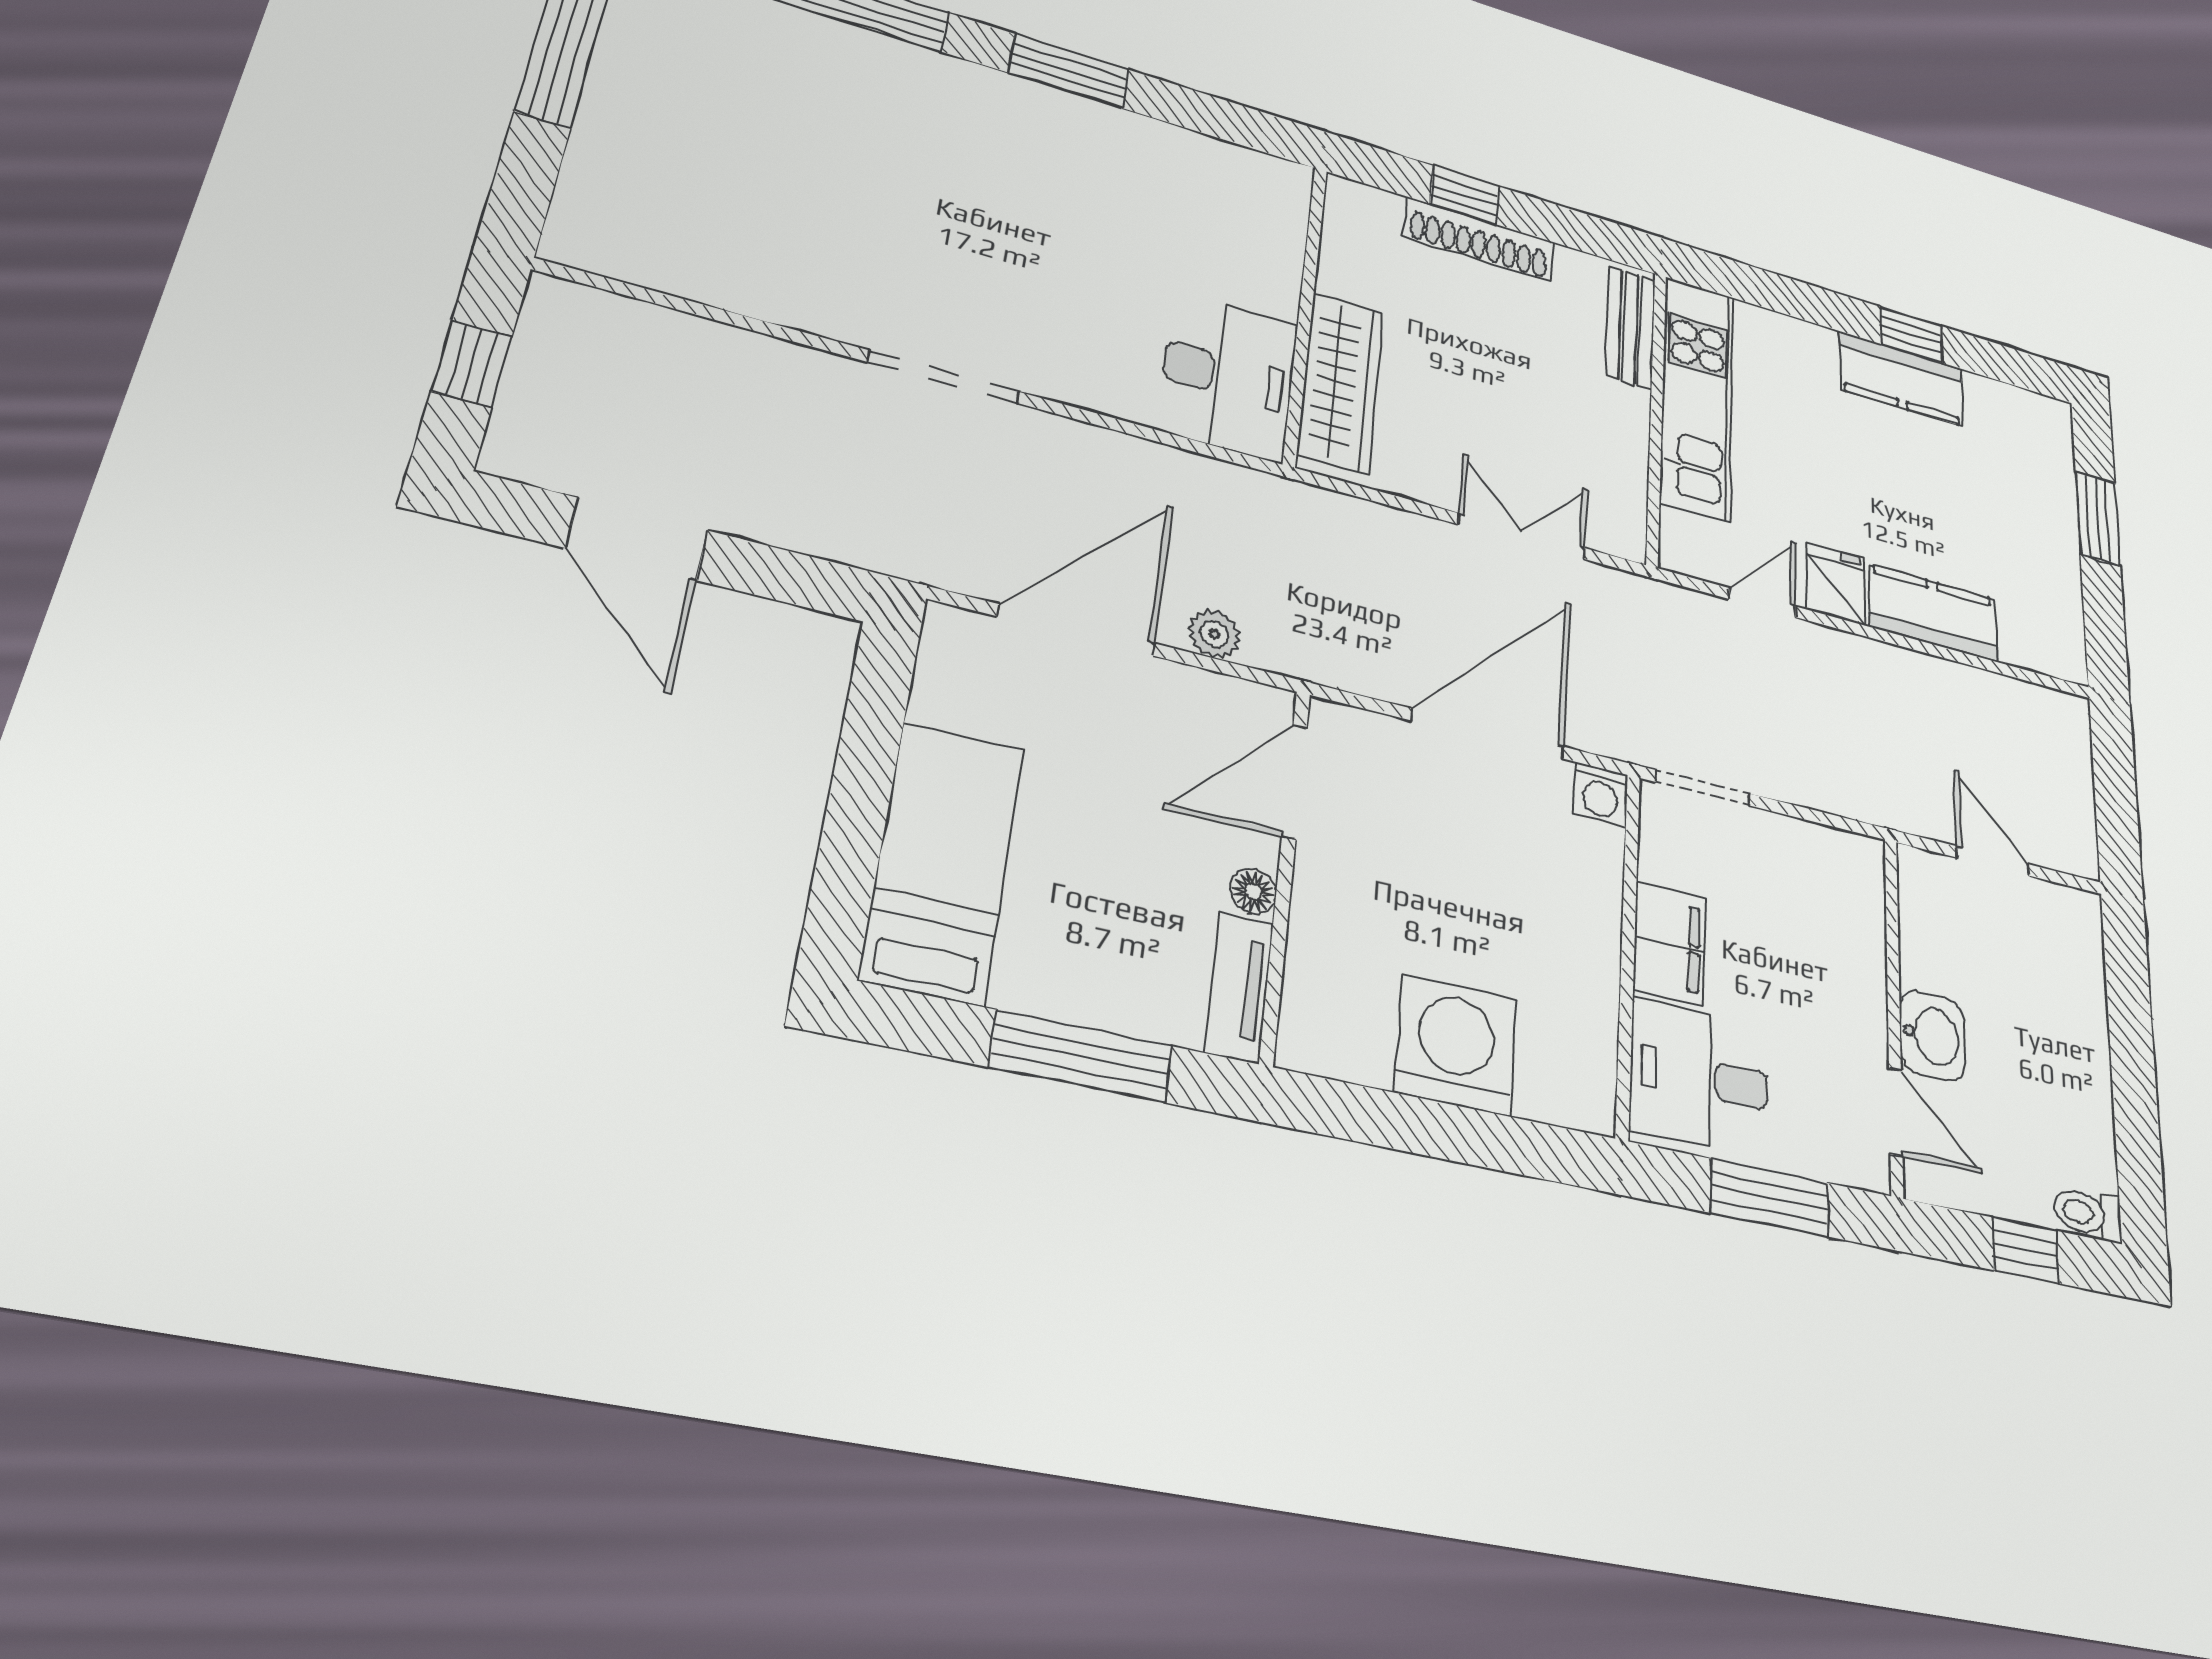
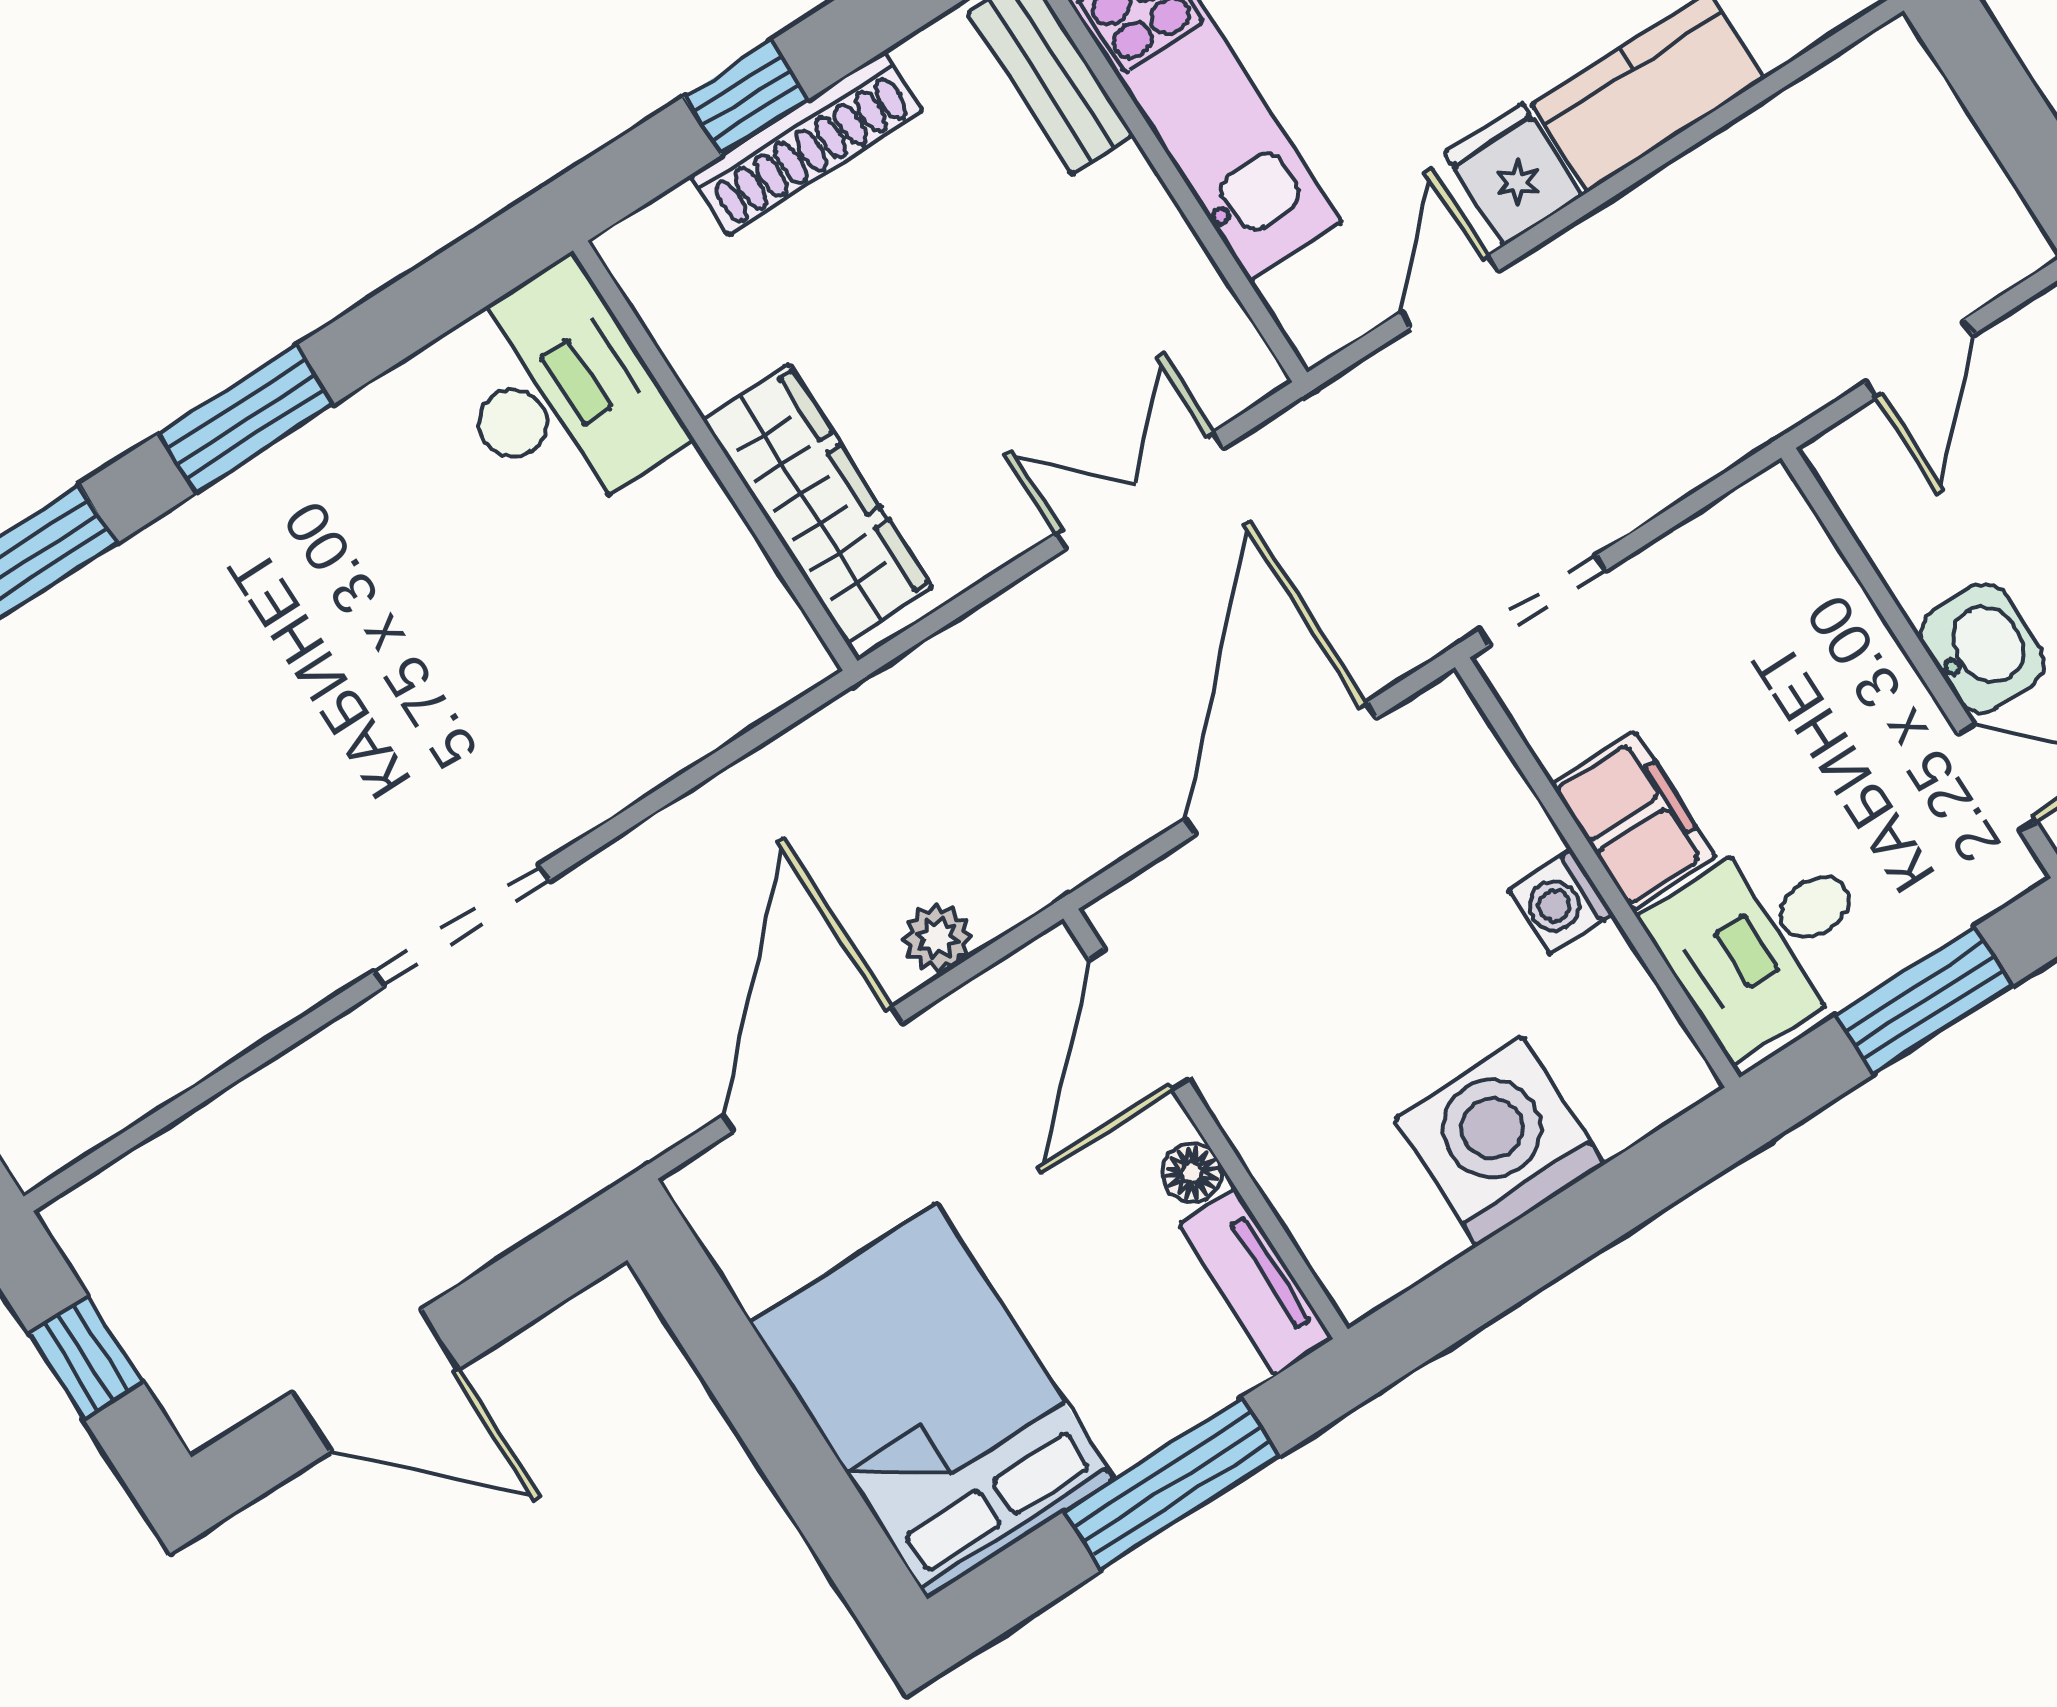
desk: (1228, 376) -> (559, 393), moved
washing machine: (1600, 794) -> (1561, 902), moved, turned 90
door: (1993, 861) -> (1919, 358), swing flipped
bed: (943, 862) -> (932, 1401), width x1.50

